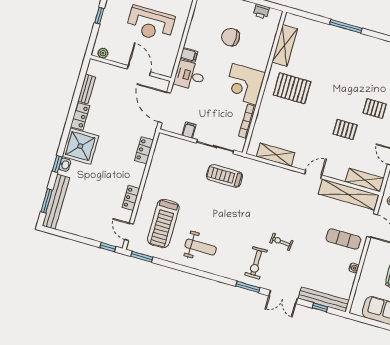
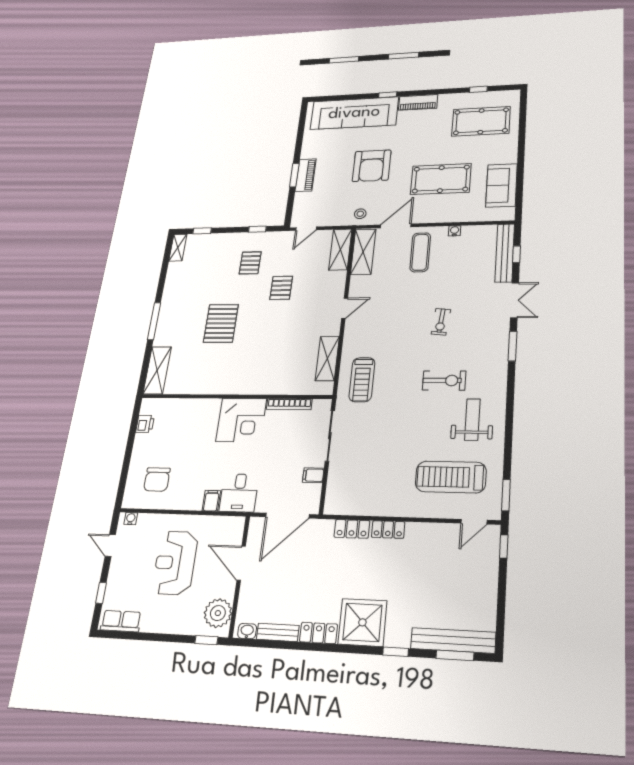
window: (99, 16) -> (206, 640), moved
reception desk: (150, 24) -> (175, 563), turned 180
chair: (231, 37) -> (157, 479), moved
shelving: (285, 46) -> (157, 370), moved, turned 90
plant: (103, 53) -> (218, 613), width x1.87, depth x1.87
door: (139, 70) -> (241, 563), hinge flipped
pallet: (292, 88) -> (221, 323), moved
washbasin: (65, 165) -> (247, 631), moved
door: (313, 175) -> (345, 308), swing flipped
treadmill: (224, 176) -> (362, 380), moved
shelving: (348, 194) -> (363, 252), width x0.68
locker: (131, 198) -> (388, 530), moved
treadmill: (163, 223) -> (451, 477), turned 180
exercise bike: (256, 263) -> (444, 380), moved

